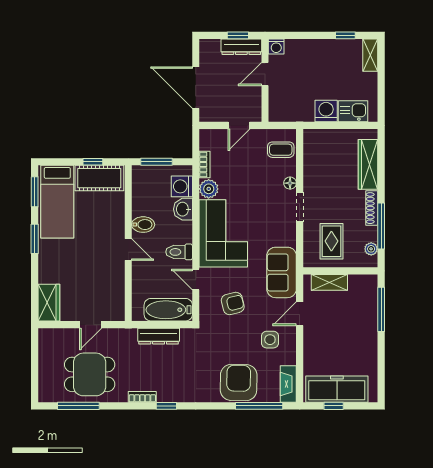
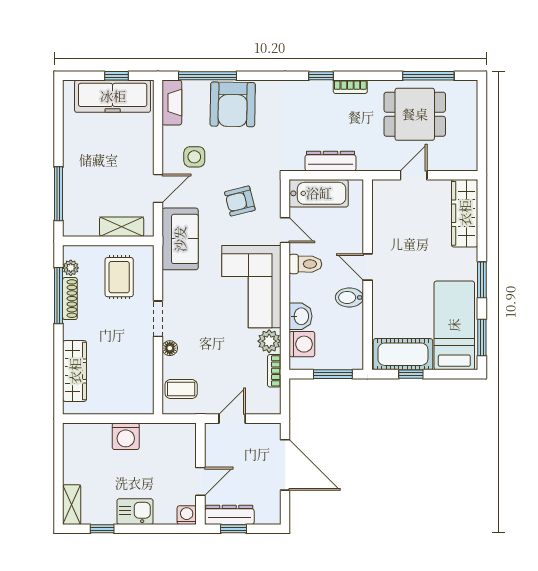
kitchen sink: (353, 111) -> (135, 512), moved, turned 180
shoe rack: (372, 208) -> (70, 299), moved
wardrobe: (49, 303) -> (465, 213), width x1.50

